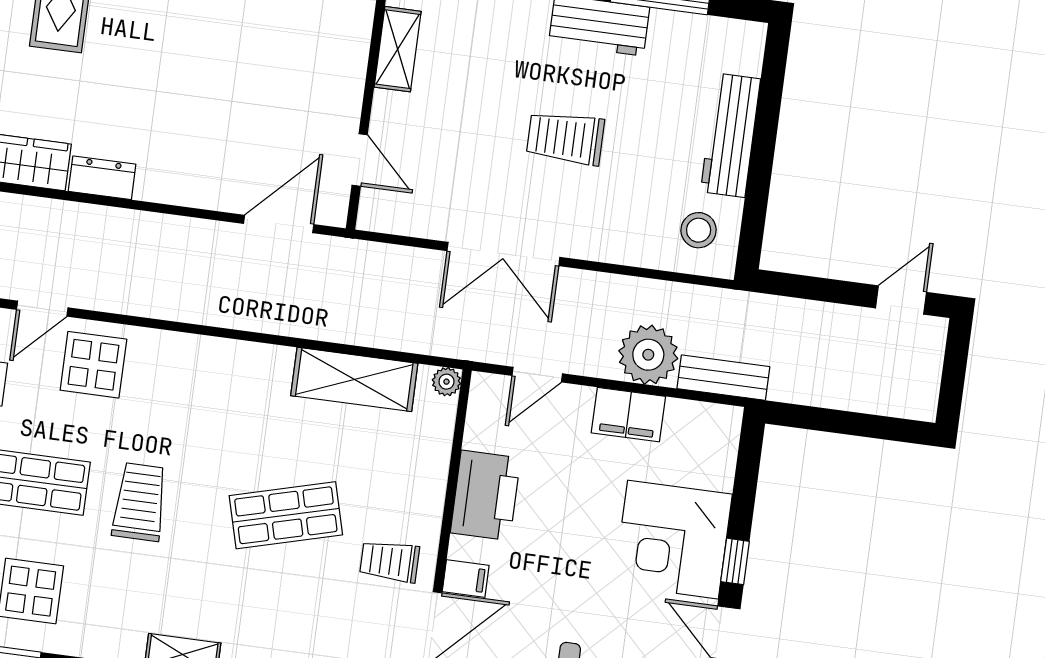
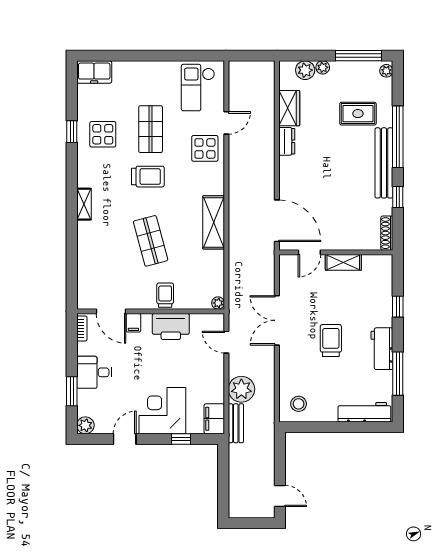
shelving: (398, 49) -> (343, 262), moved
workbench: (731, 135) -> (364, 412), moved
door: (279, 224) -> (277, 221), width x1.36
door: (42, 309) -> (226, 123), swing flipped
shelving: (354, 379) -> (214, 222), moved
filing cabinet: (628, 415) -> (214, 419), moved
trolley: (390, 561) -> (165, 295), moved
window: (735, 561) -> (181, 439), moved

